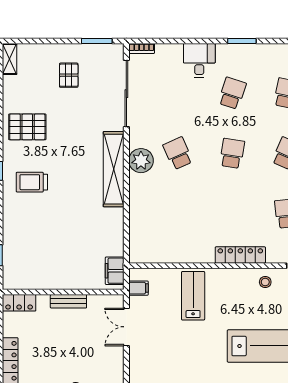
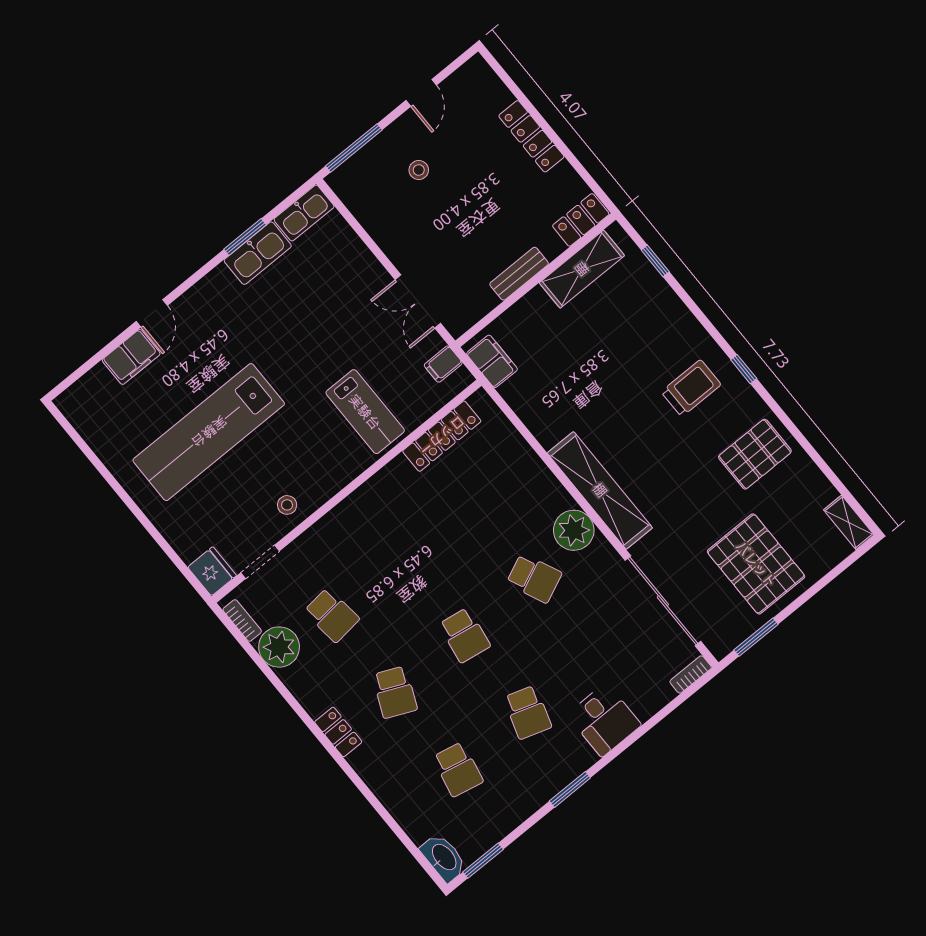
pallet: (69, 75) -> (756, 564), width x2.05, depth x2.00
locker: (240, 255) -> (442, 436), moved
shelving: (37, 279) -> (582, 269), added
double door: (126, 327) -> (418, 302), swing flipped

